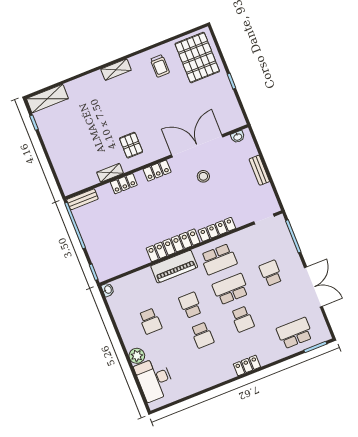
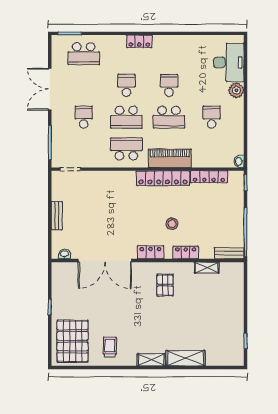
shelving: (47, 99) -> (186, 358), moved
shelving: (110, 173) -> (207, 268), moved
stool: (203, 176) -> (172, 224), moved
locker: (217, 229) -> (209, 177), moved
school desk: (271, 273) -> (84, 117), turned 180
school desk: (190, 305) -> (169, 117), width x1.85

